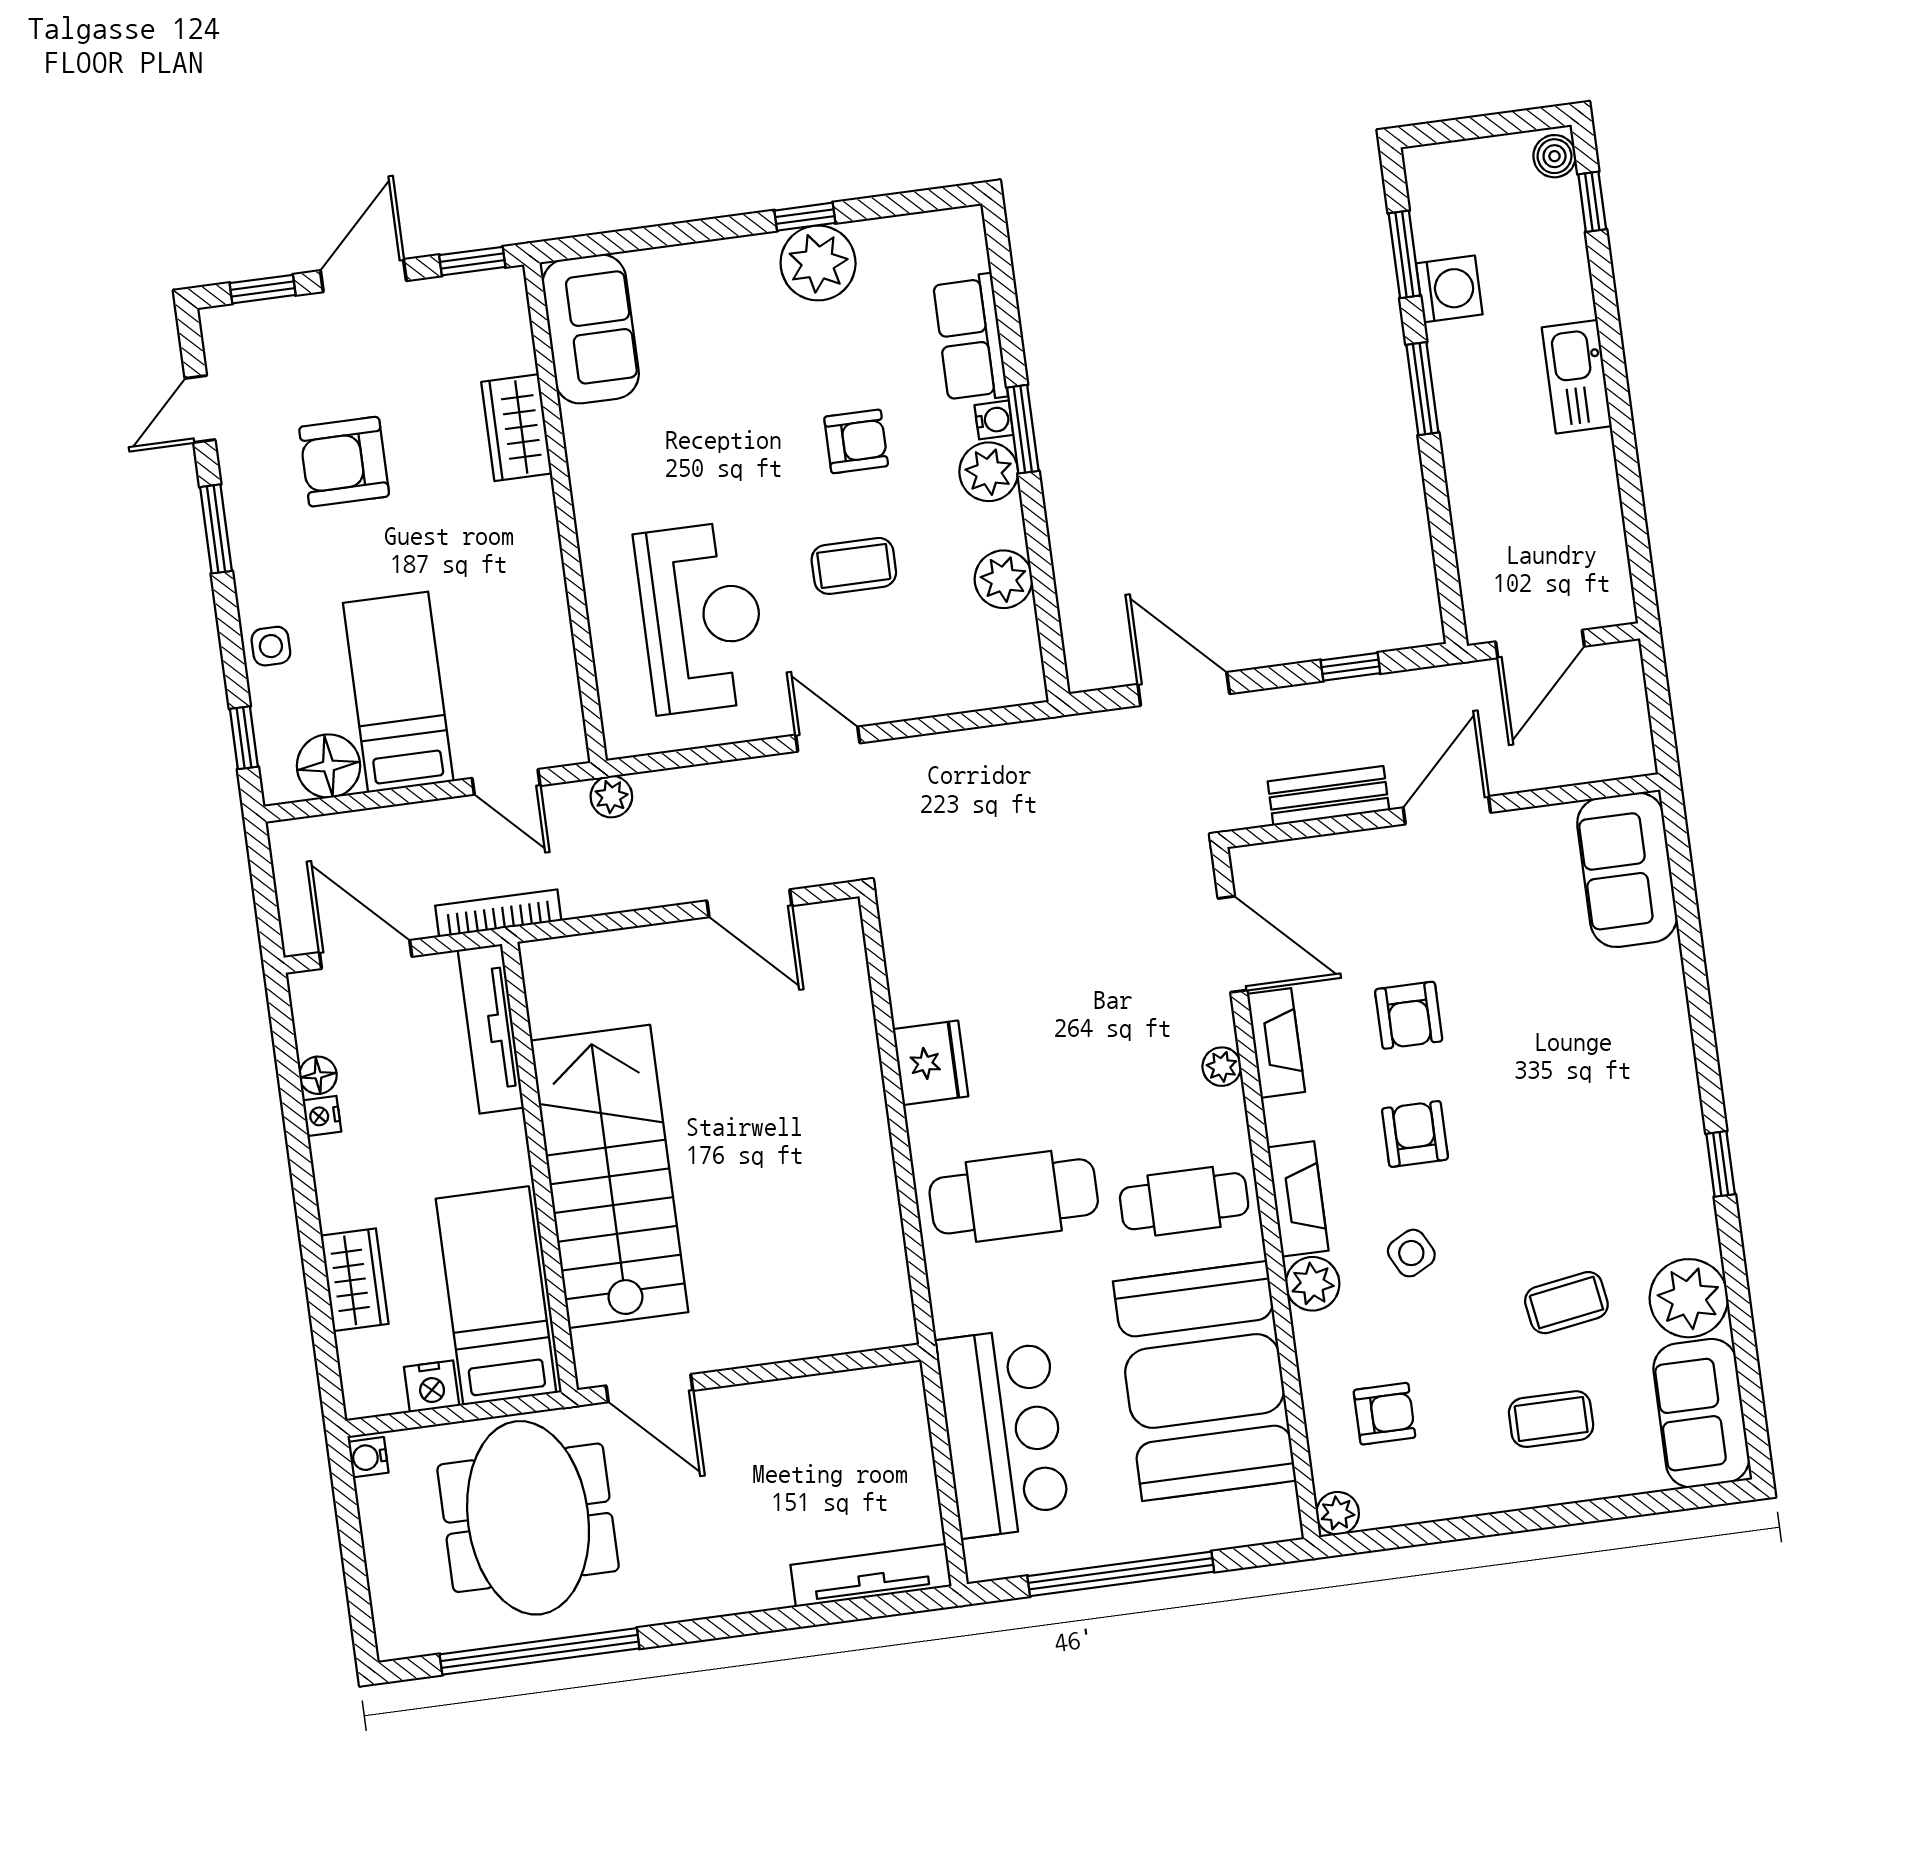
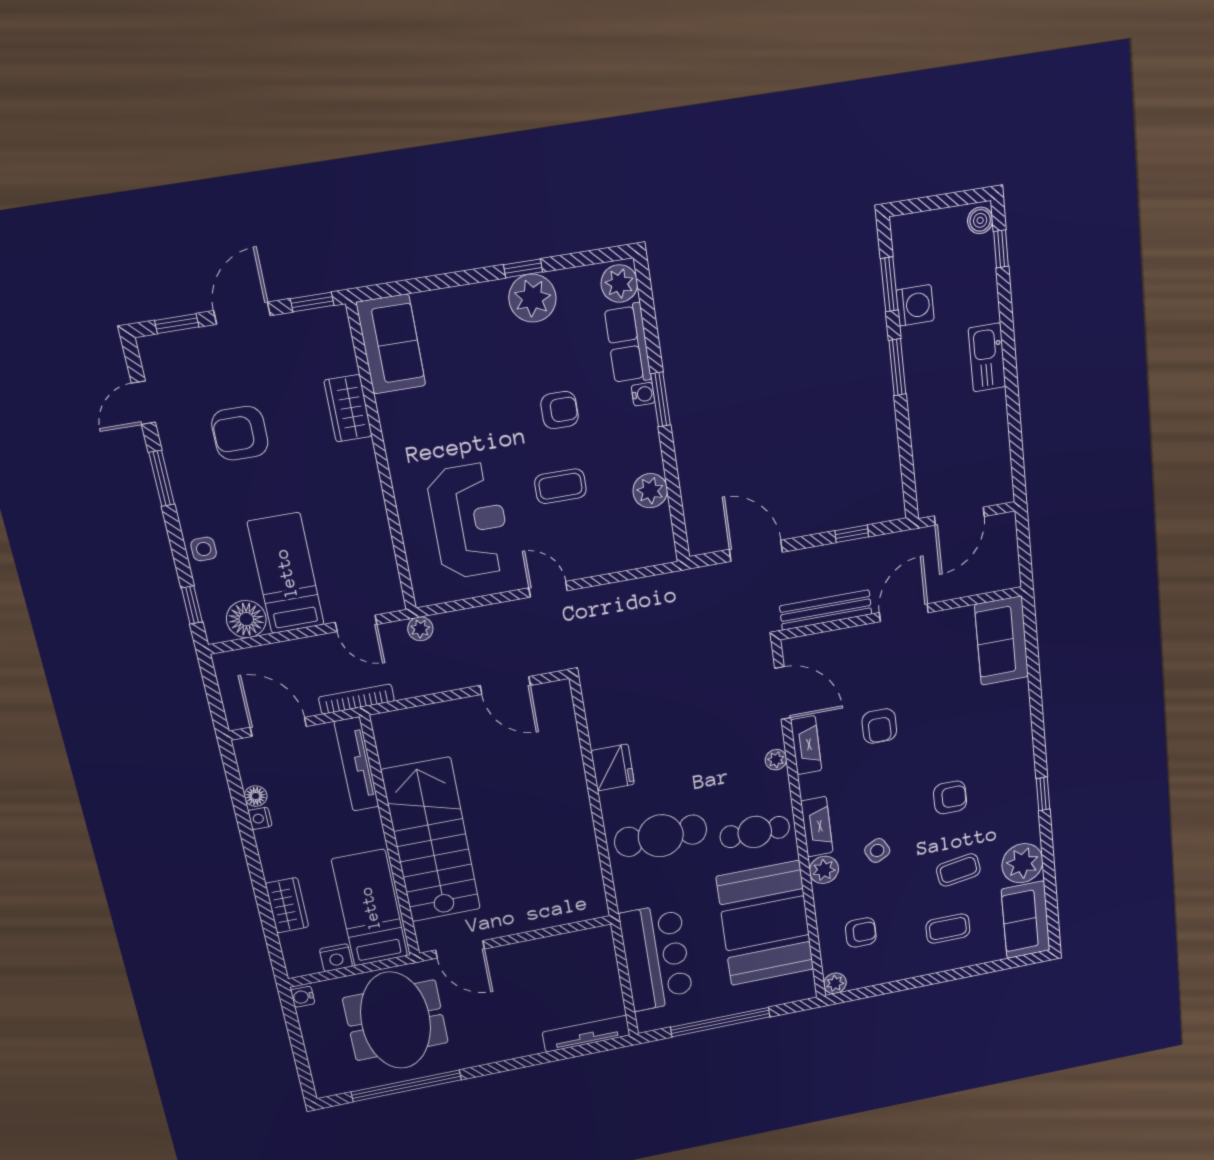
plant: (989, 472) -> (619, 283), moved
bench: (1328, 796) -> (826, 610), width x1.36
armchair: (1415, 1134) -> (950, 797), moved, turned 90

